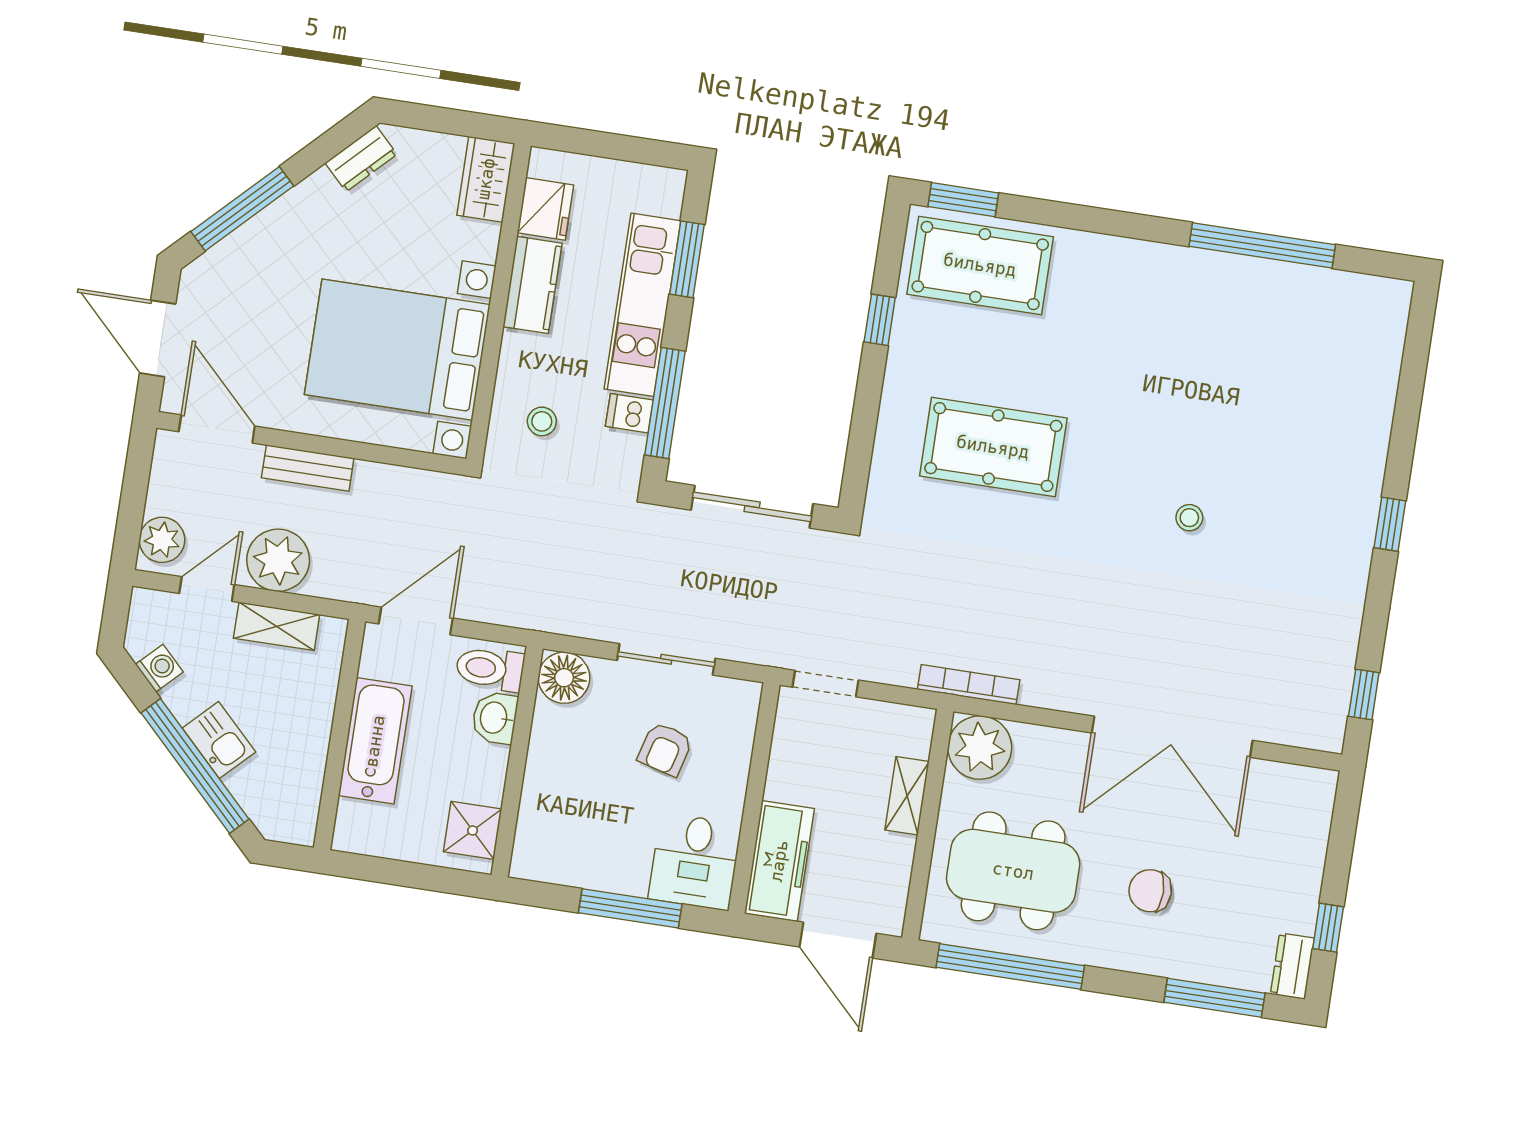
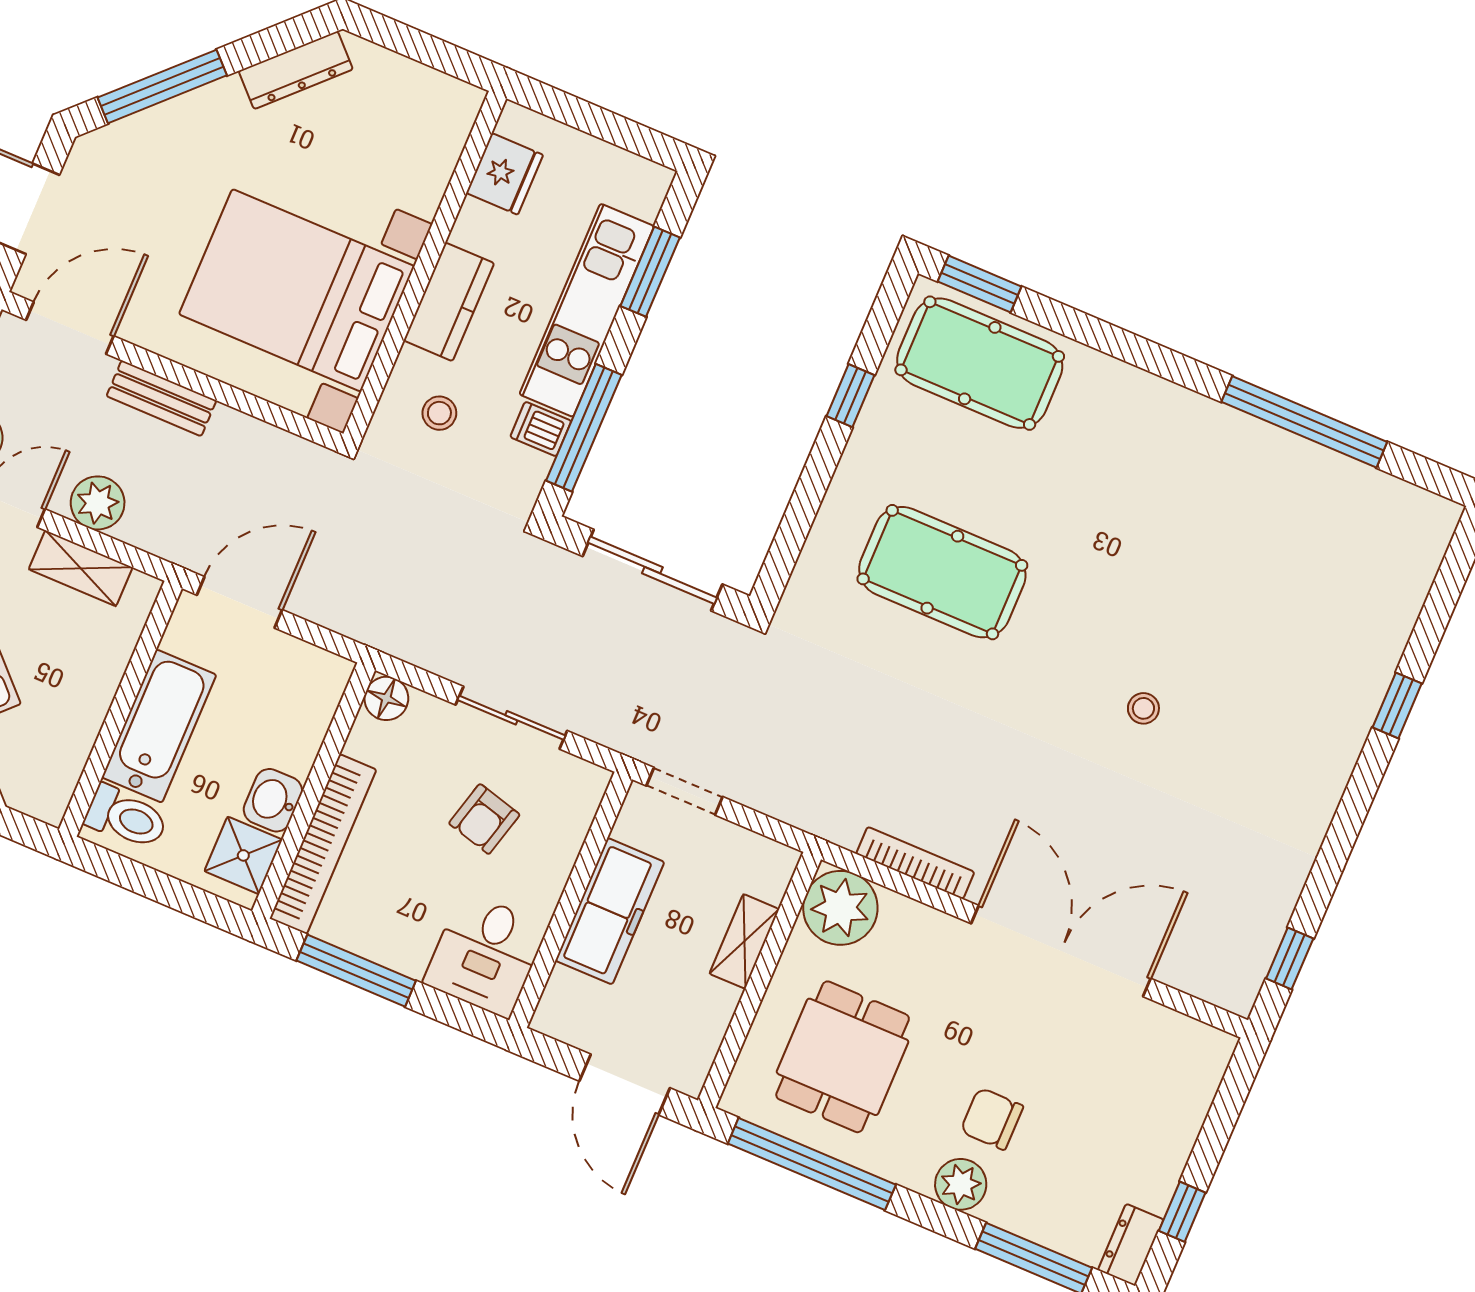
dresser: (361, 159) -> (296, 70), width x1.44
wardrobe: (486, 179) -> (446, 123), removed
kitchen counter: (532, 285) -> (449, 302), moved
door: (217, 429) -> (70, 328), hinge flipped
window: (1390, 524) -> (1397, 705), moved
plant: (278, 560) -> (98, 503), width x0.73, depth x0.73
toilet: (490, 669) -> (126, 817), moved, turned 180
floor lamp: (564, 678) -> (386, 698), width x0.73, depth x0.73
bookcase: (969, 685) -> (915, 863), moved
washbasin: (495, 718) -> (273, 800), moved
double door: (1172, 737) -> (1061, 951), swing flipped
bookcase: (536, 804) -> (323, 844), added
freezer: (779, 861) -> (610, 911), moved
dining table: (1013, 871) -> (843, 1057), width x0.73
window: (630, 908) -> (356, 971), moved
plant: (1138, 952) -> (961, 1184), added

